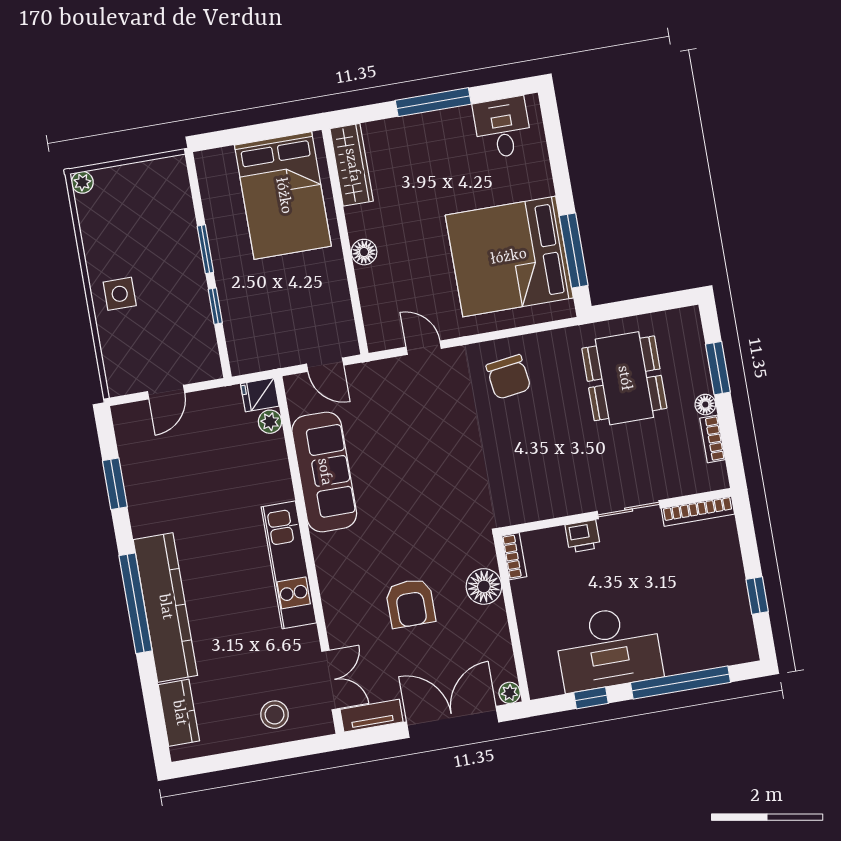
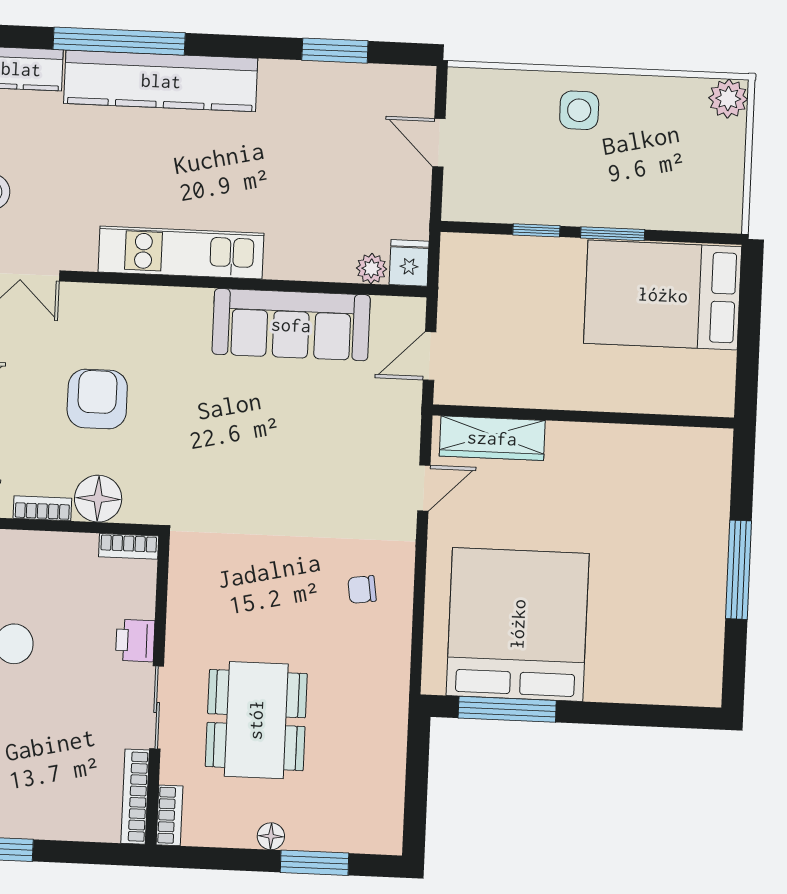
desk: (502, 128) -> (686, 652), removed
wardrobe: (352, 165) -> (492, 438), moved
plant: (82, 182) -> (728, 99), width x1.38, depth x1.38
bed: (283, 196) -> (663, 295), moved
floor lamp: (364, 252) -> (564, 438), removed
chair: (508, 377) -> (362, 589), width x0.54, depth x0.54
dining table: (624, 378) -> (256, 720), moved, turned 90
bookcase: (712, 439) -> (169, 815), moved, turned 90
window: (136, 603) -> (119, 41), moved
armchair: (410, 603) -> (97, 399), turned 90
bookcase: (500, 626) -> (42, 508), added

